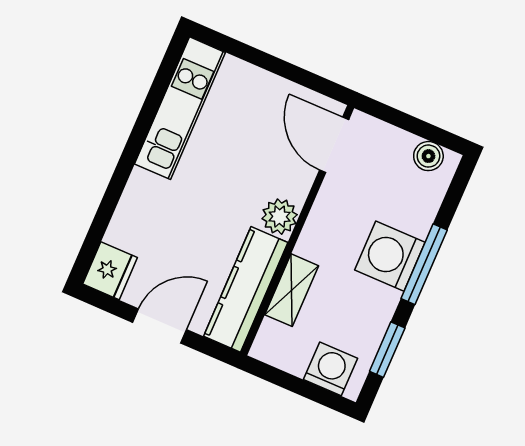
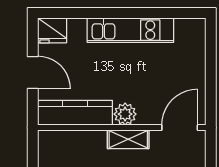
kitchen unit: (180, 108) -> (130, 30), moved
shelving: (292, 290) -> (128, 139), moved

